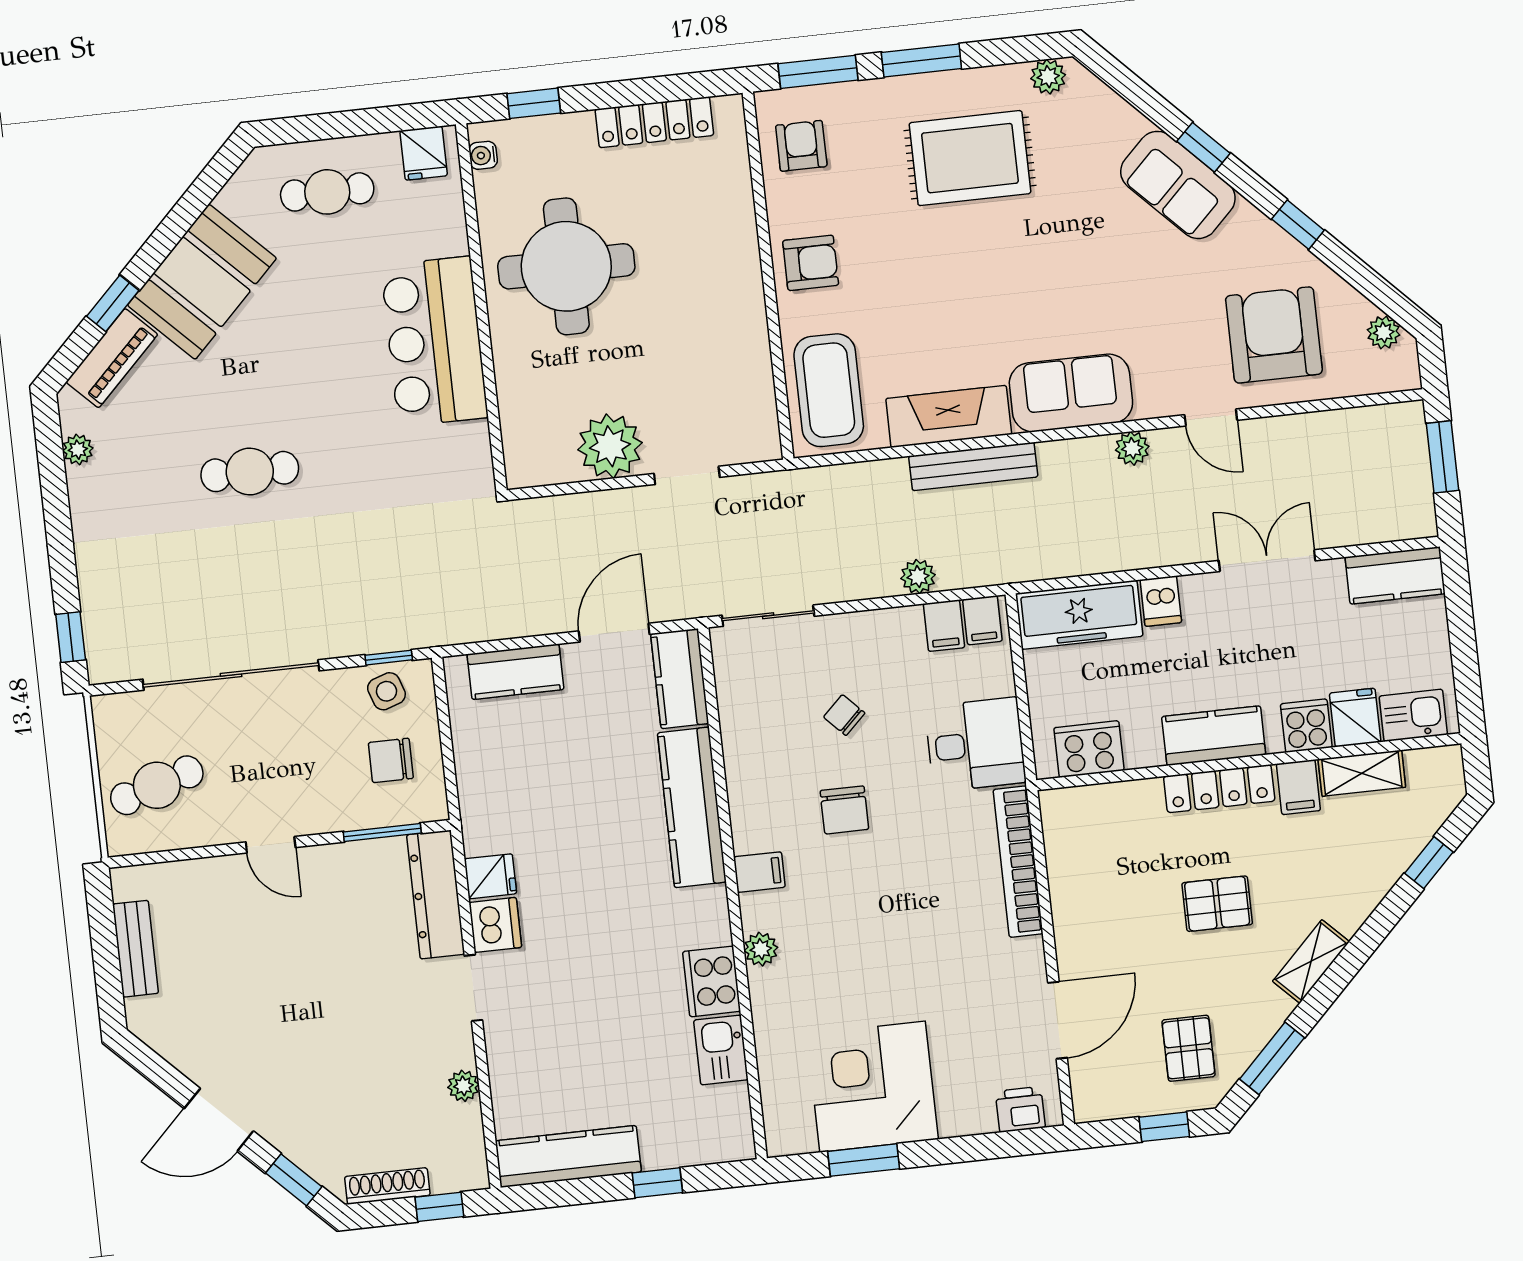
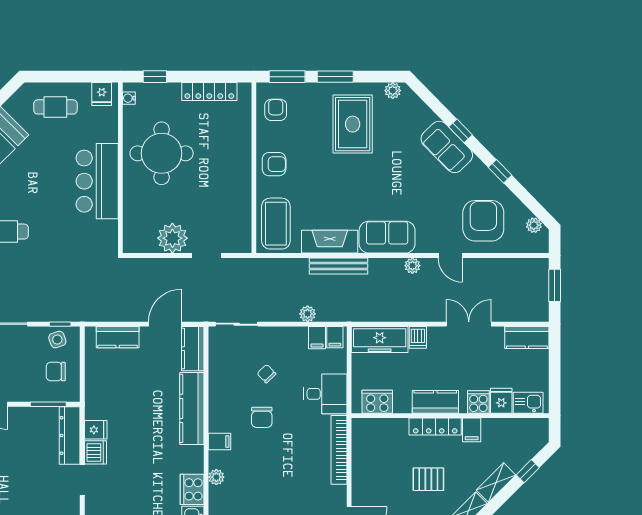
rug: (970, 158) -> (353, 124), turned 90
shelving: (1362, 773) -> (496, 483), moved, turned -45

